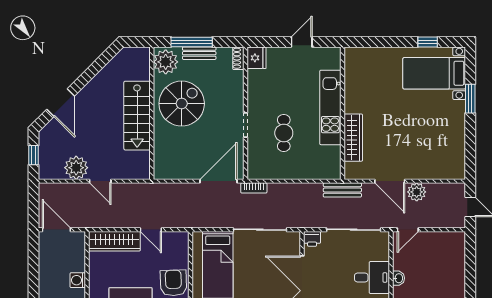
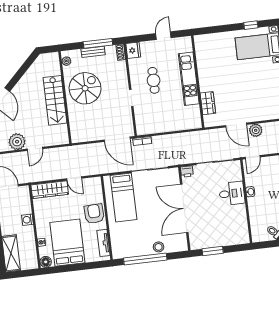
window: (192, 42) -> (98, 43), moved
plant: (166, 62) -> (66, 61), width x0.53, depth x0.53
cafe table: (284, 133) -> (154, 80), moved
wardrobe: (353, 138) -> (208, 103), width x0.67
door: (100, 181) -> (35, 149), hinge flipped
door: (218, 181) -> (117, 139), swing flipped
bench: (342, 190) -> (204, 135), removed

